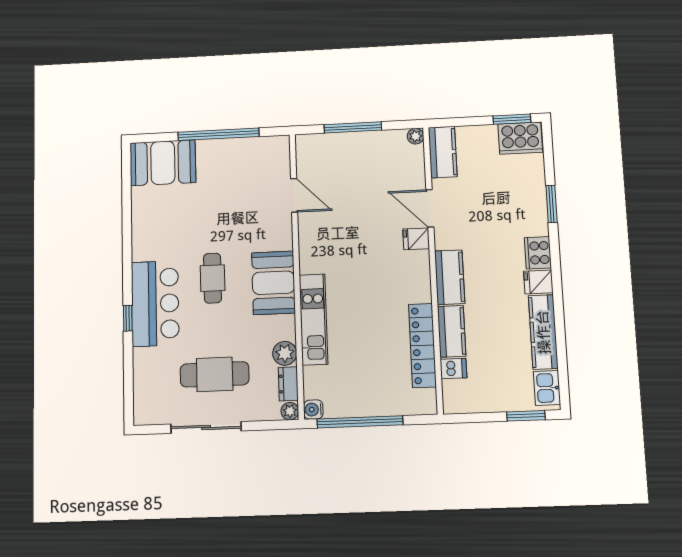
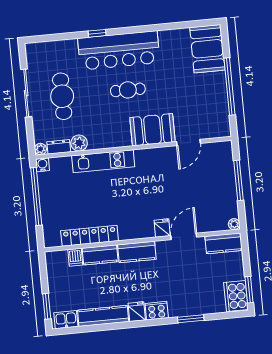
booth: (273, 283) -> (153, 130), moved
bar counter: (155, 304) -> (119, 50), width x1.36

